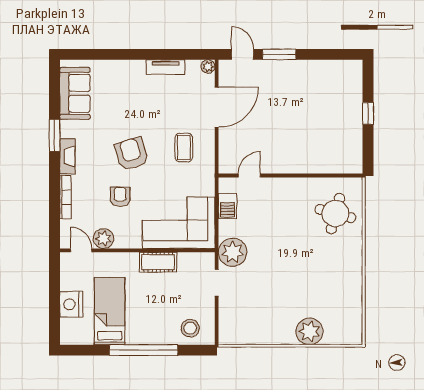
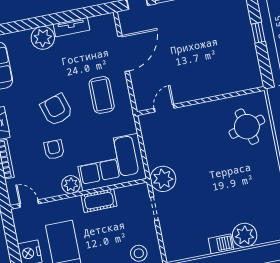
plant: (208, 67) -> (43, 38), moved, width x1.87, depth x1.87
coffee table: (184, 148) -> (102, 95), width x1.36, depth x1.30
barbecue: (227, 206) -> (221, 244), moved, turned -90
round table: (335, 213) -> (247, 127), turned -31
plant: (104, 239) -> (71, 185), moved

